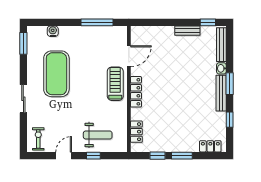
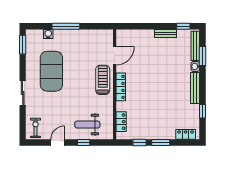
window: (97, 22) -> (66, 26), moved
window: (230, 84) -> (202, 56), moved
weight bench: (98, 135) -> (87, 125), turned 180

